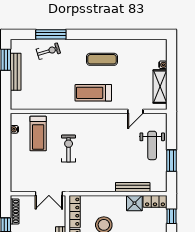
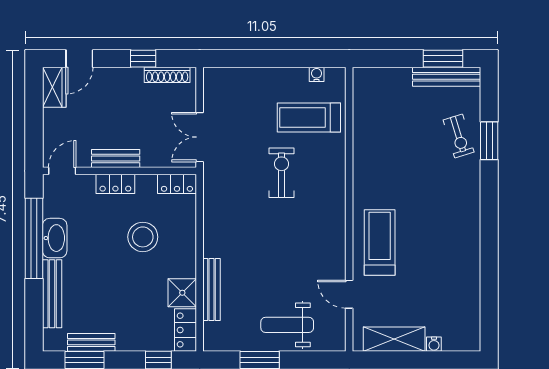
window: (51, 34) -> (489, 141), width x0.69
exercise mat: (102, 59) -> (444, 234), removed
bench: (16, 72) -> (447, 77), moved
treadmill: (93, 93) -> (380, 243), moved
exercise bike: (69, 149) -> (282, 173), turned -90
locker: (75, 212) -> (177, 184), width x0.66

